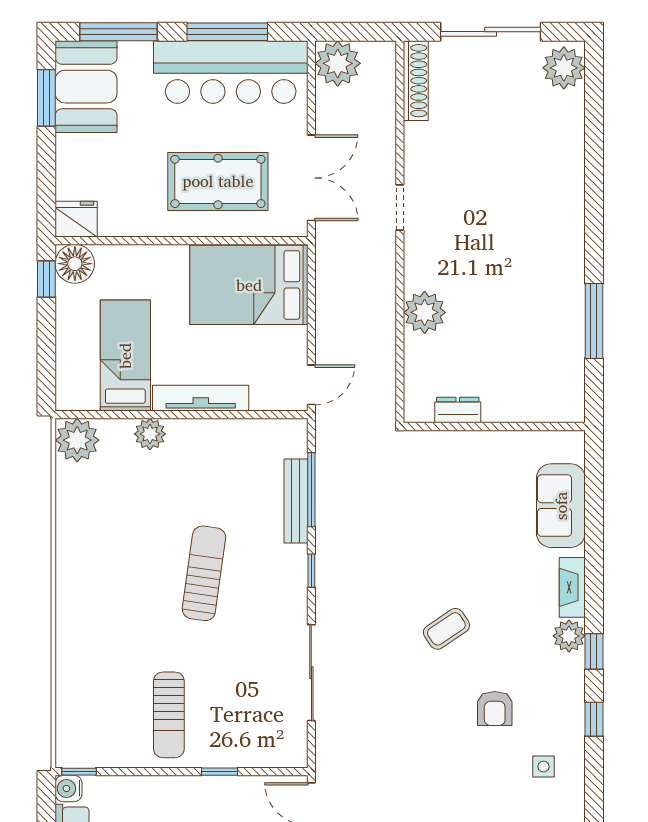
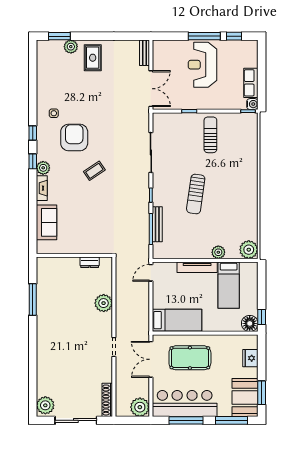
fridge: (76, 219) -> (250, 358), moved, turned 90
bed: (249, 285) -> (177, 320), width x0.67
armchair: (495, 709) -> (74, 137), width x1.88, depth x1.88

